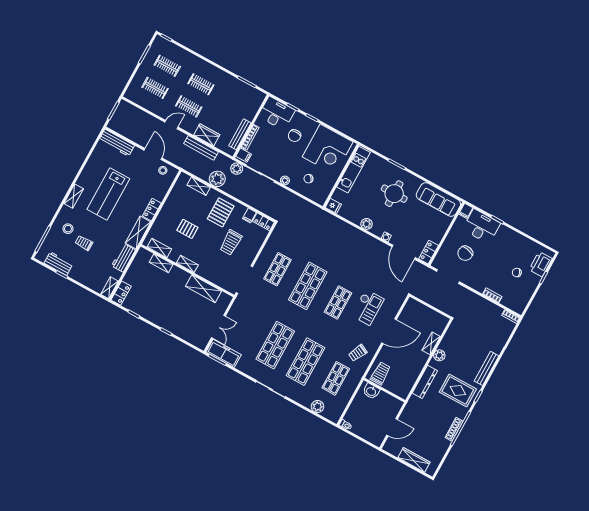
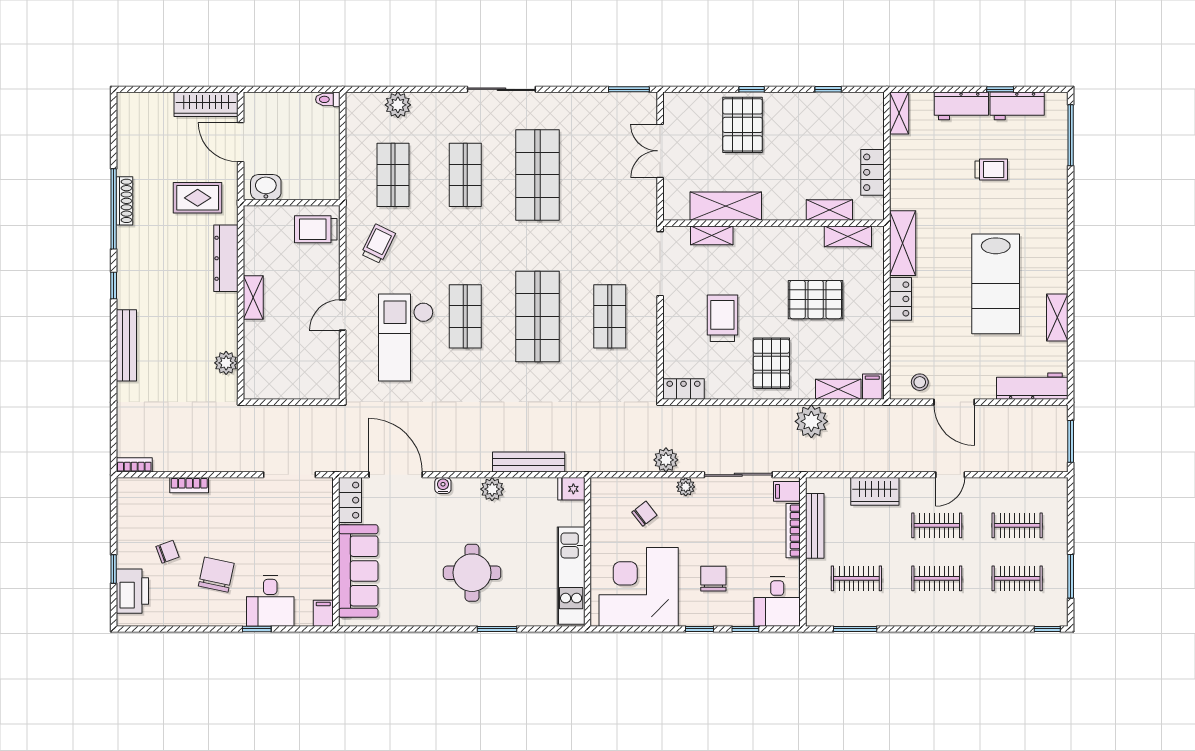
clothes rail: (235, 103) -> (856, 578), added
desk: (277, 113) -> (777, 601), width x0.73
bench: (201, 148) -> (529, 462), moved
plant: (237, 169) -> (666, 460), moved
lab bench: (108, 194) -> (996, 284), turned 180
shelving: (74, 196) -> (1057, 317), moved
sofa: (438, 199) -> (358, 571), moved, turned 90
filing cabinet: (249, 215) -> (872, 387), moved
desk: (481, 226) -> (270, 601), width x0.73
stool: (68, 229) -> (1035, 180), removed
pallet: (187, 229) -> (816, 300), width x1.50, depth x1.42
chair: (465, 253) -> (216, 575), moved
workbench: (124, 258) -> (961, 106), moved, turned 90
shelving: (187, 264) -> (712, 235), moved
locker: (121, 293) -> (873, 172), moved
checkout: (368, 307) -> (406, 338), width x1.36, depth x1.21
pallet: (178, 319) -> (743, 125), added
door: (389, 331) -> (343, 315), width x0.53
shelving: (431, 343) -> (253, 298), moved
freezer: (224, 353) -> (624, 108), removed
plant: (439, 355) -> (226, 363), moved
shop shelf: (305, 362) -> (465, 175), width x0.70, depth x0.74
trolley: (381, 373) -> (316, 229), turned 90
washbasin: (371, 391) -> (266, 187), moved
rug: (458, 391) -> (198, 198), moved, width x0.73, depth x0.70
door: (392, 427) -> (241, 142), hinge flipped
wardrobe: (414, 460) -> (206, 104), moved

